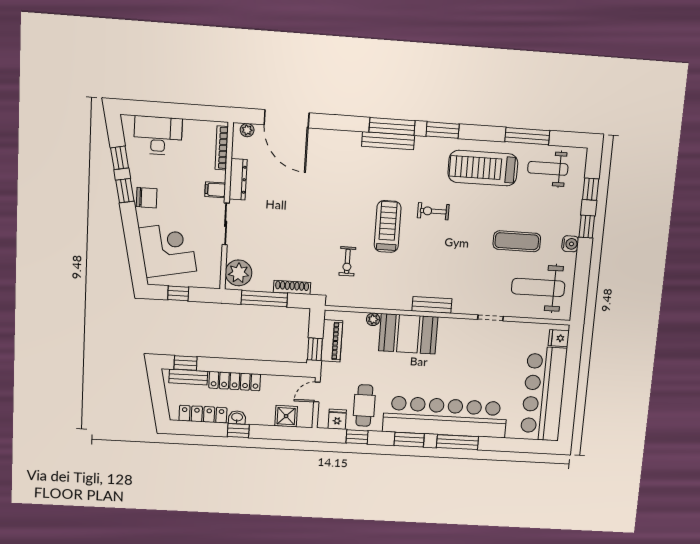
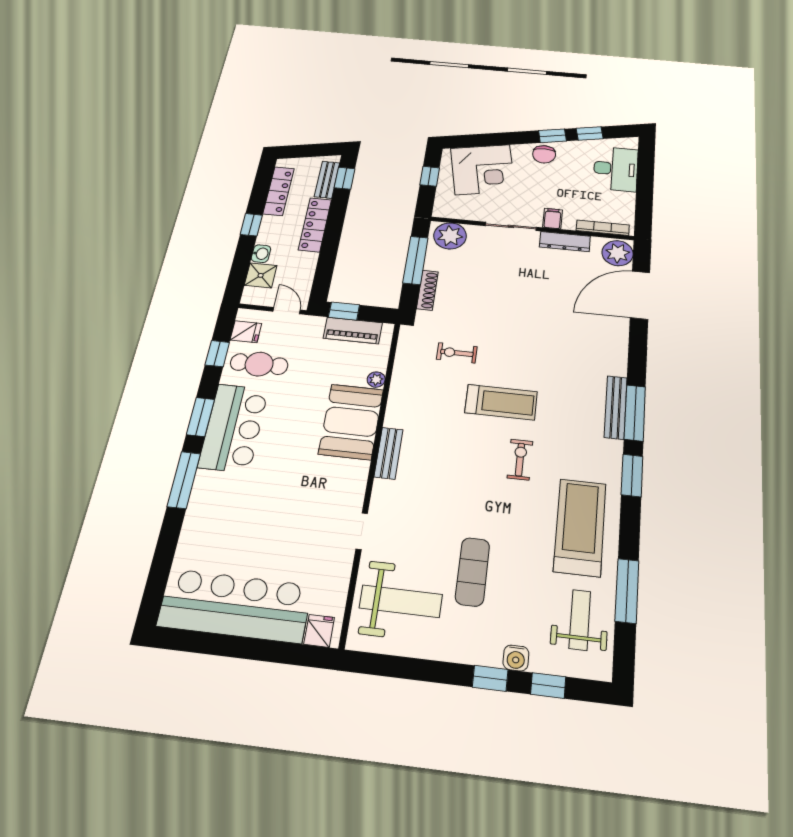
plant: (247, 130) -> (618, 253), width x1.87, depth x1.87
water cooler: (570, 244) -> (516, 658), moved
weight bench: (538, 287) -> (401, 601), turned 90
washbasin: (237, 417) -> (261, 254), moved
bar counter: (445, 417) -> (233, 428), width x0.54

